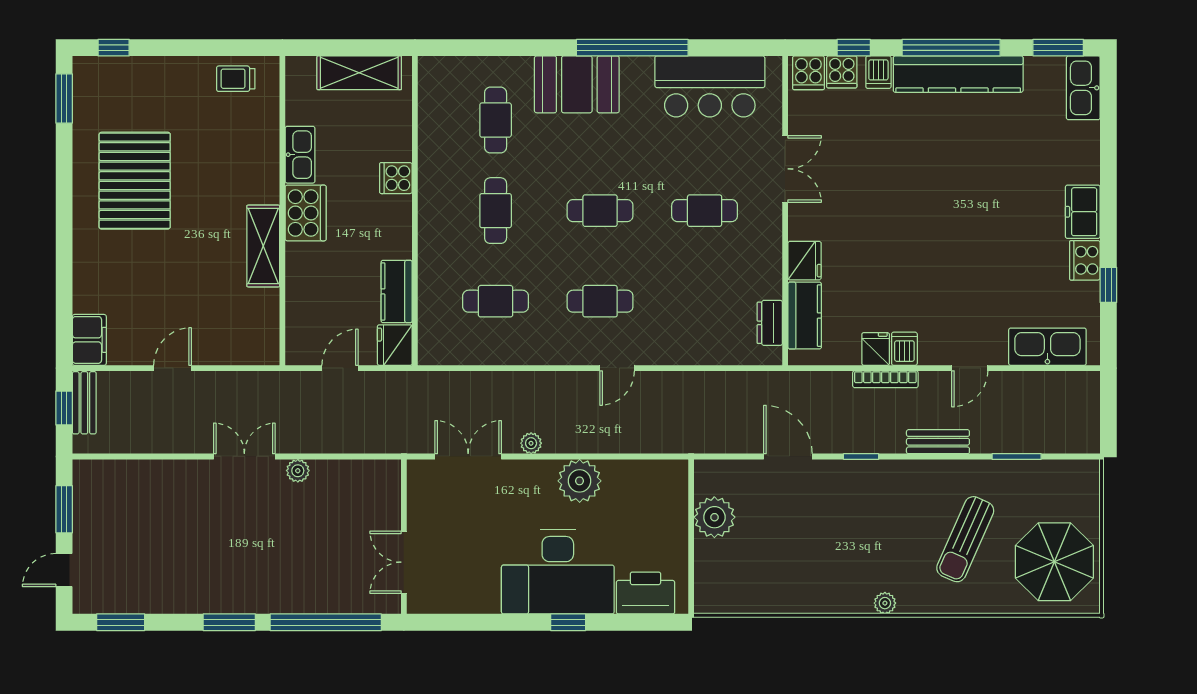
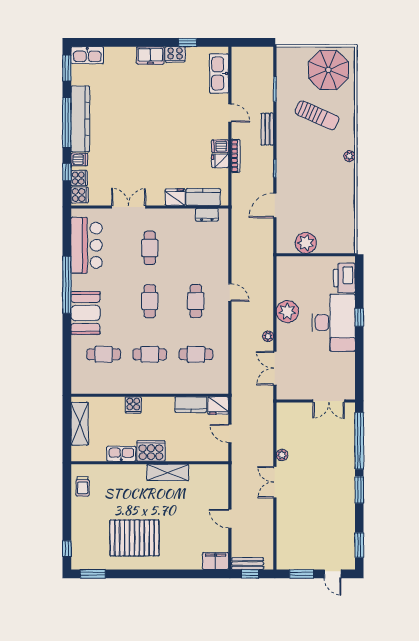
cafe table: (496, 301) -> (196, 354), turned 90

